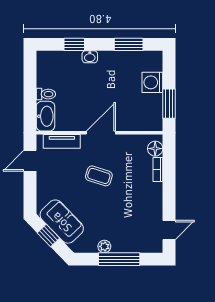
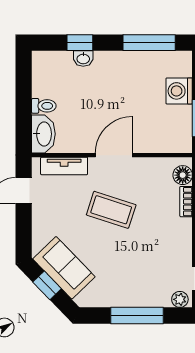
window: (129, 44) -> (149, 43), width x1.44
washbasin: (90, 57) -> (83, 59), moved
coffee table: (99, 176) -> (111, 210), width x1.36, depth x1.30
plant: (104, 246) -> (180, 299), moved

